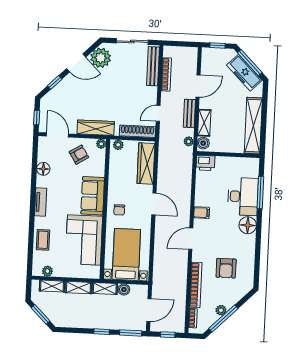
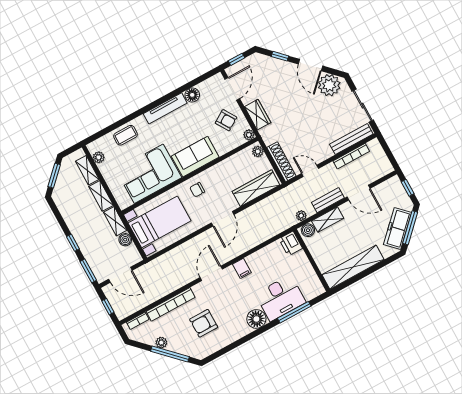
wardrobe: (96, 128) -> (258, 115), width x0.67
tv unit: (41, 202) -> (165, 108), width x1.41
door: (191, 239) -> (211, 273), hinge flipped
window: (223, 319) -> (170, 354), moved

